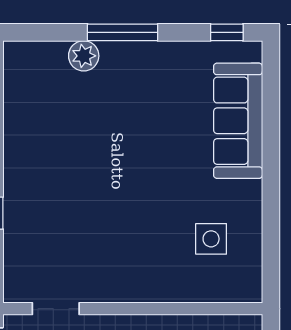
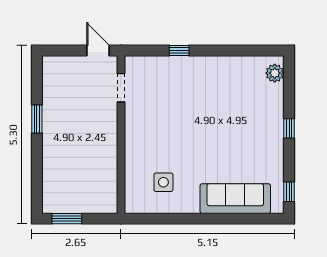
window: (123, 32) -> (289, 128), width x0.46
plant: (84, 56) -> (275, 73), moved

